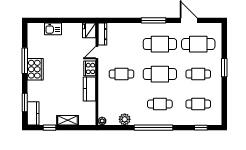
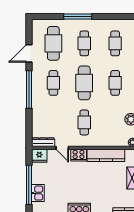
window: (61, 20) -> (29, 185), added
window: (153, 20) -> (29, 90), width x1.46
cafe table: (160, 44) -> (53, 83), width x0.73, depth x0.74
window: (224, 68) -> (78, 17), width x1.44
kitchen counter: (90, 89) -> (106, 155), width x1.50

